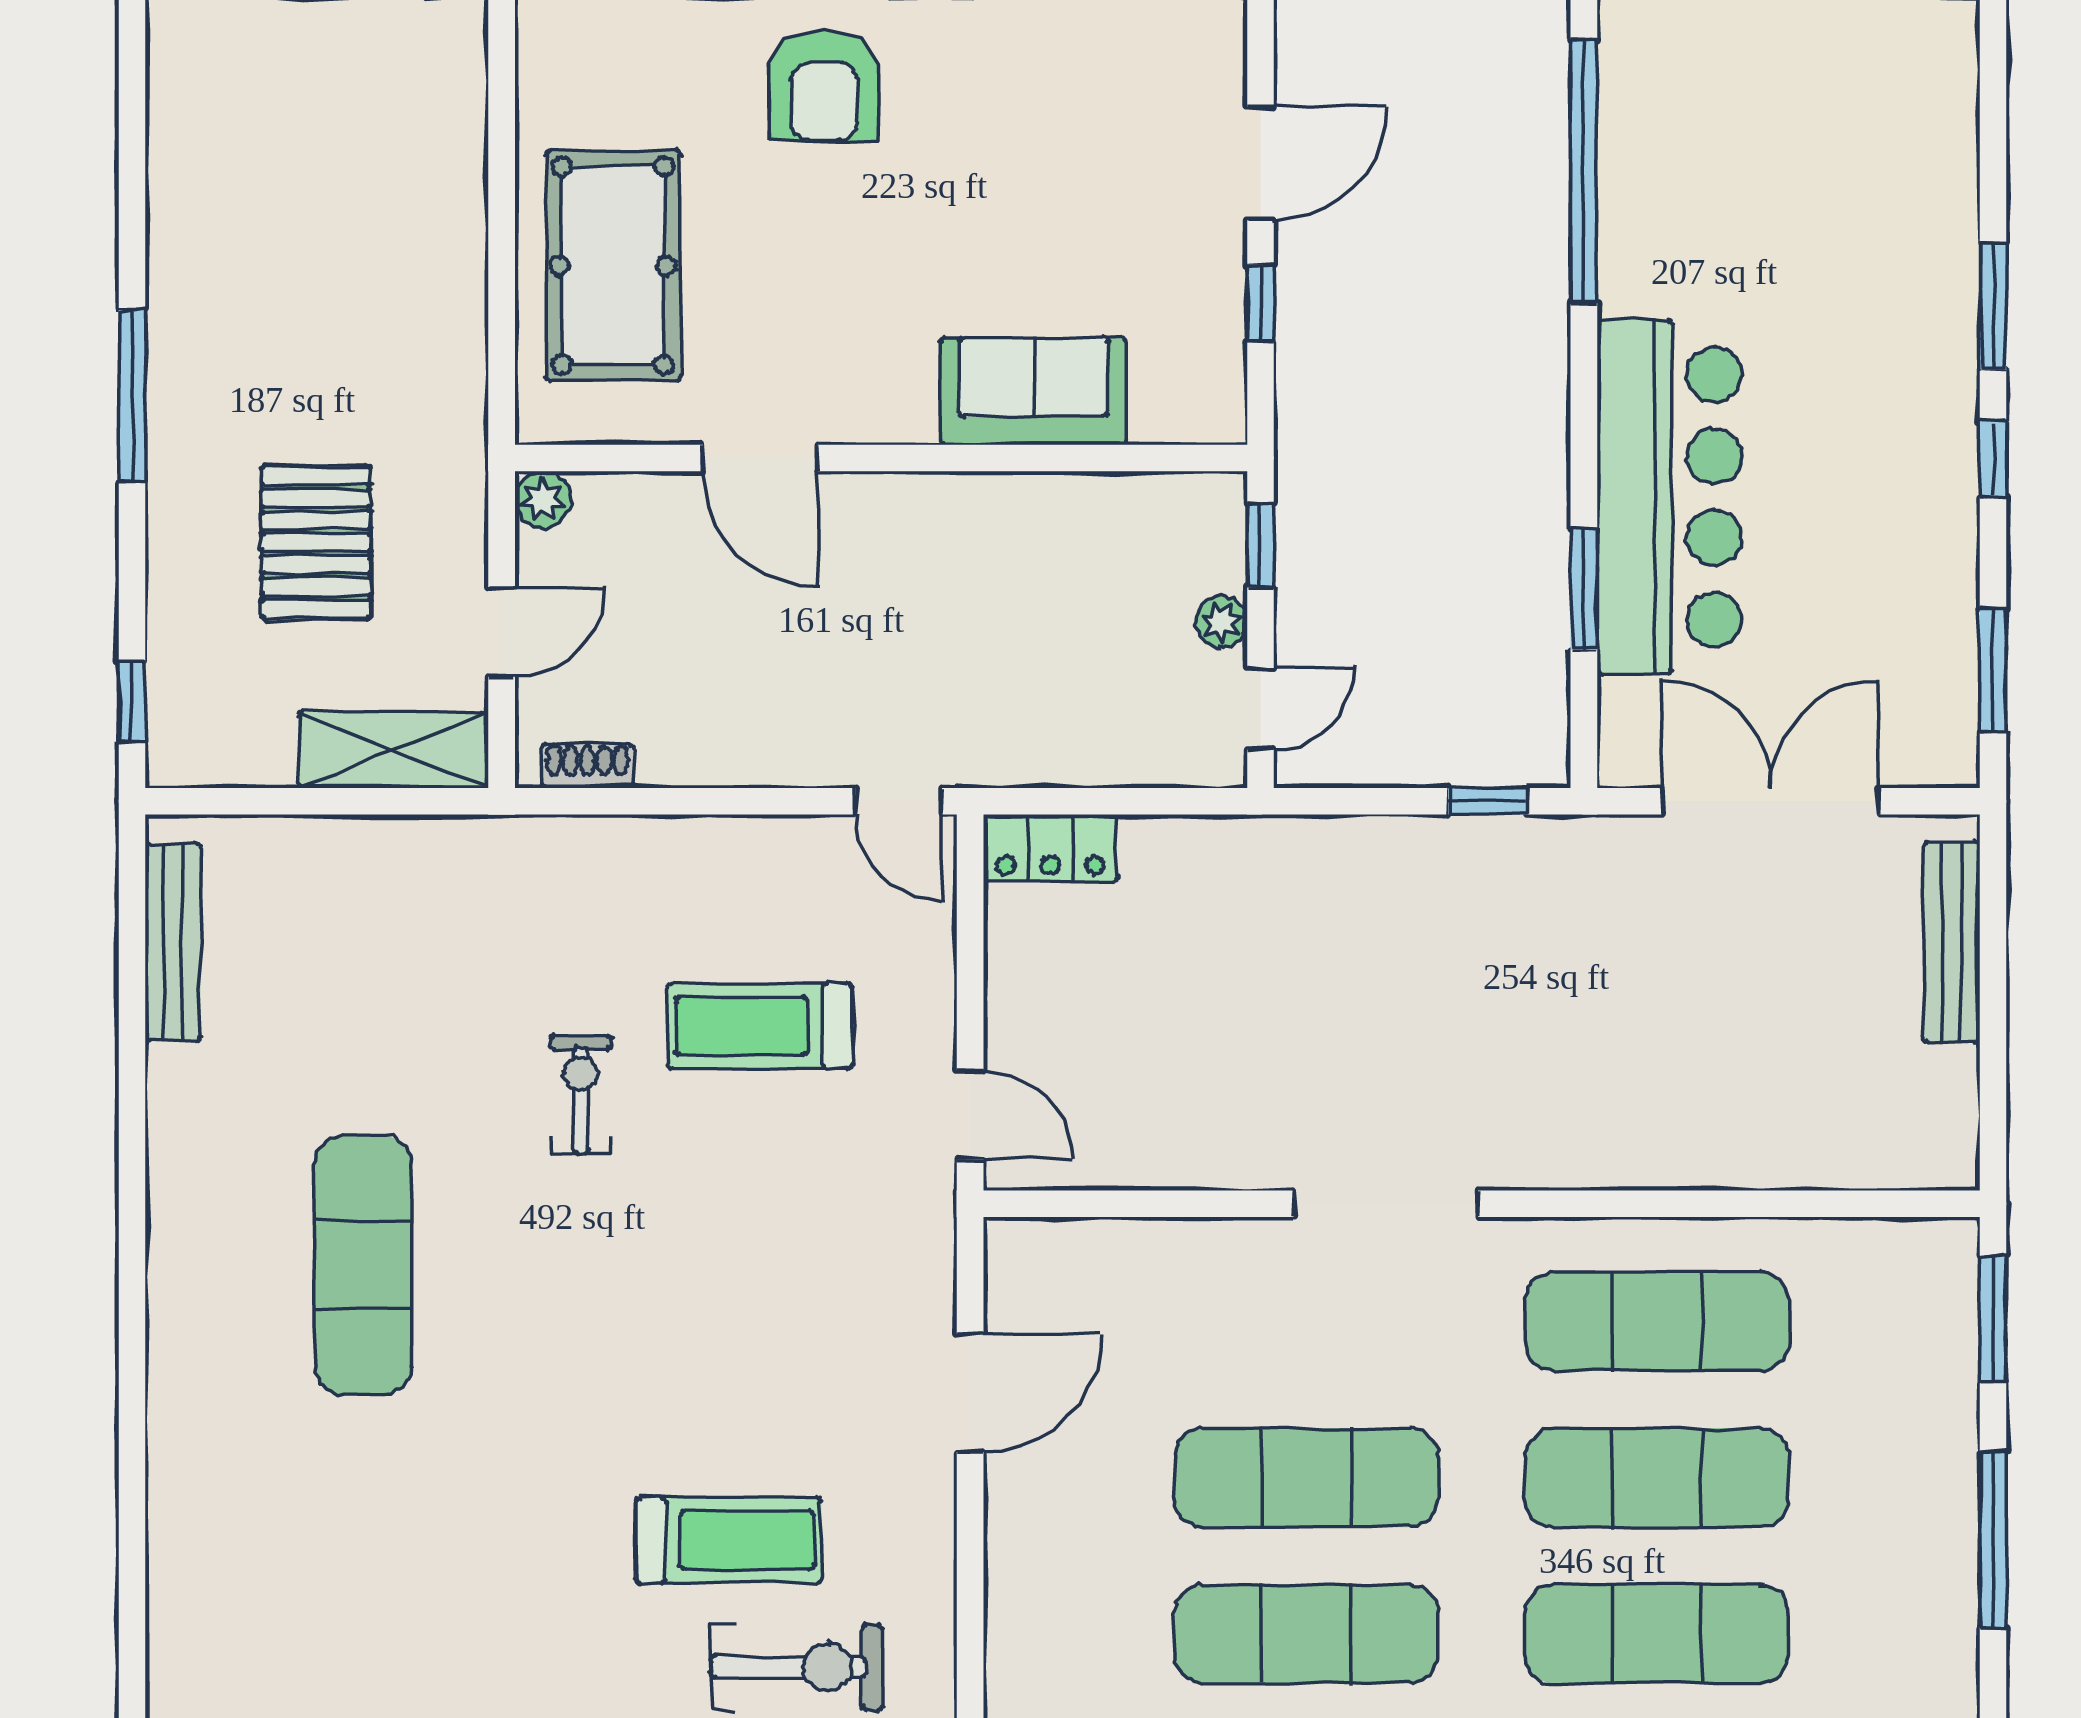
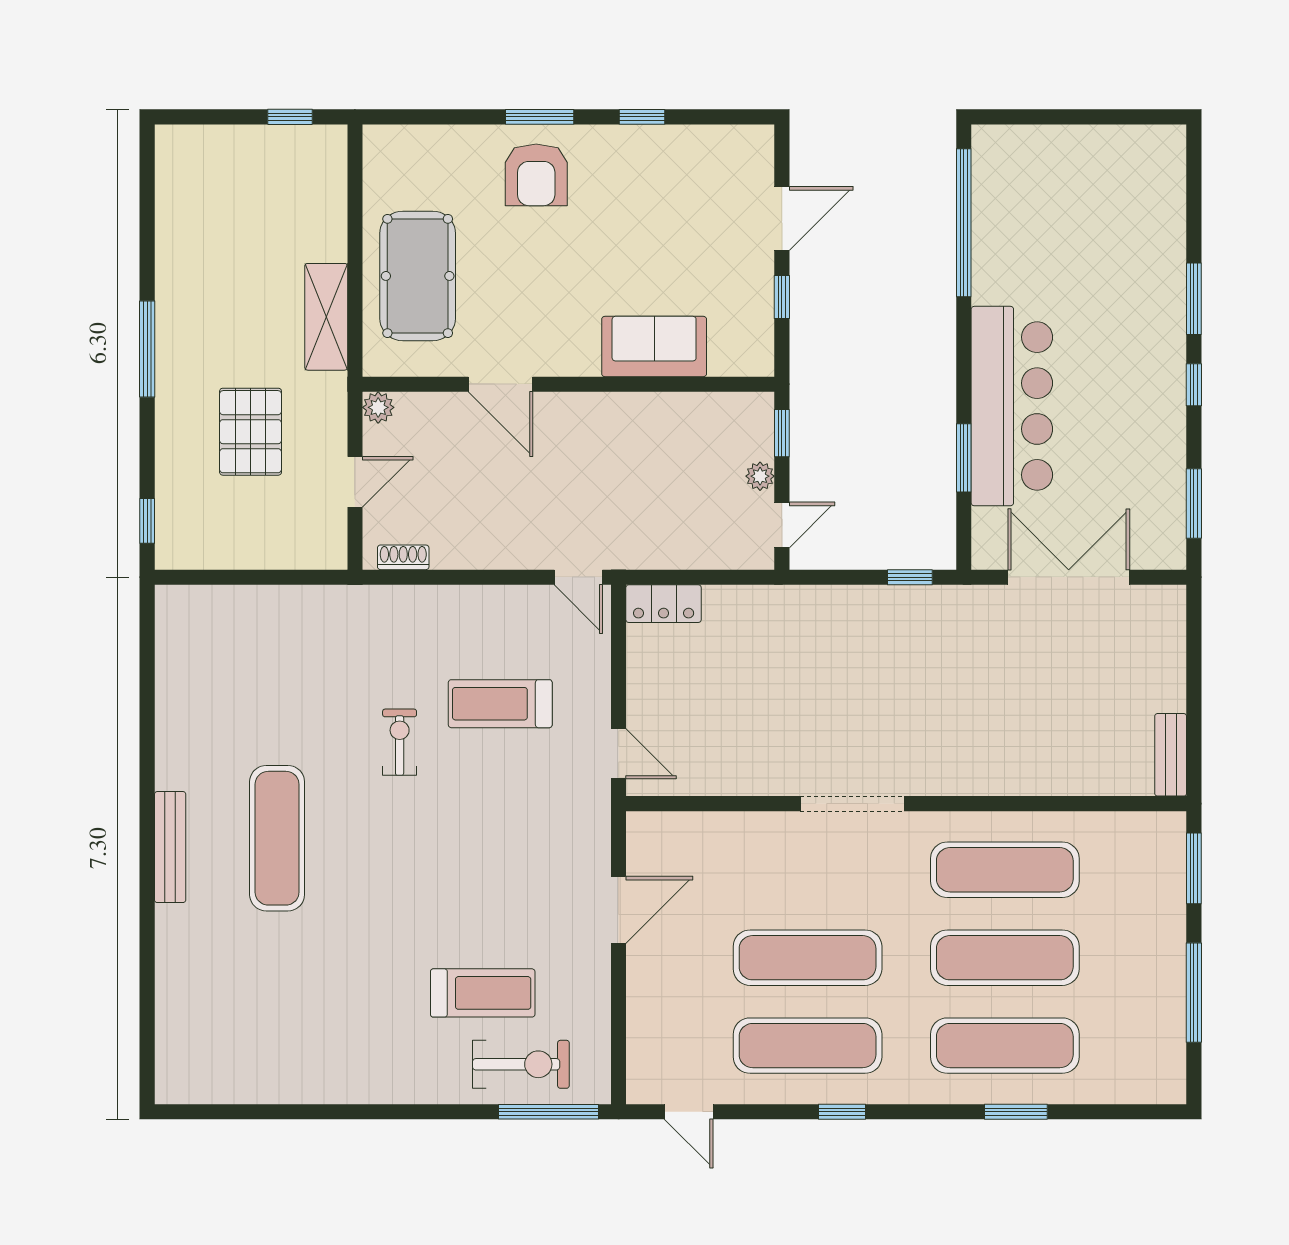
shelving: (393, 750) -> (326, 317), moved, turned 90
bench: (173, 942) -> (170, 847), moved
bench: (1952, 942) -> (1171, 755), moved, width x0.73

